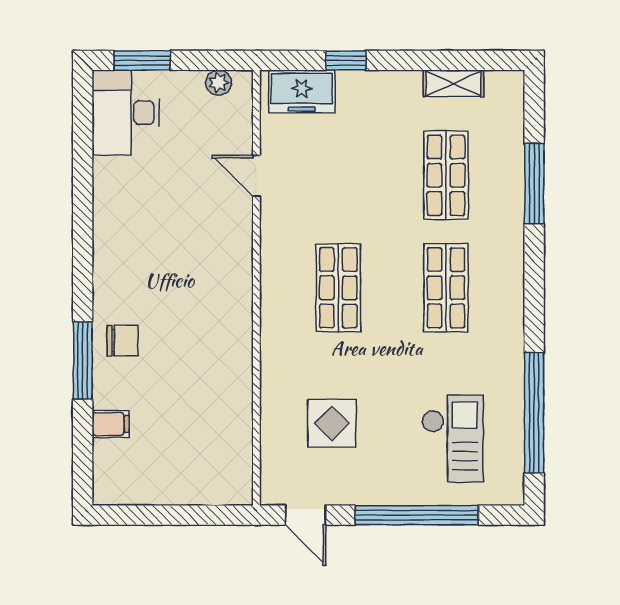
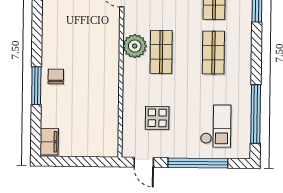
plant: (284, 276) -> (135, 46), added
chair: (122, 341) -> (56, 76), turned -90
filing cabinet: (111, 424) -> (49, 142), moved, width x2.00

